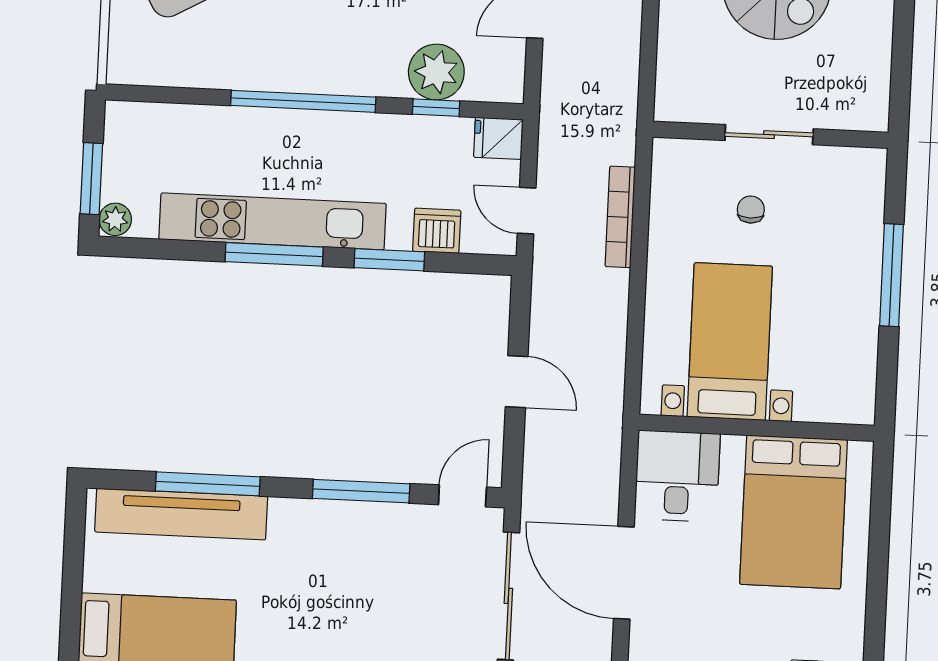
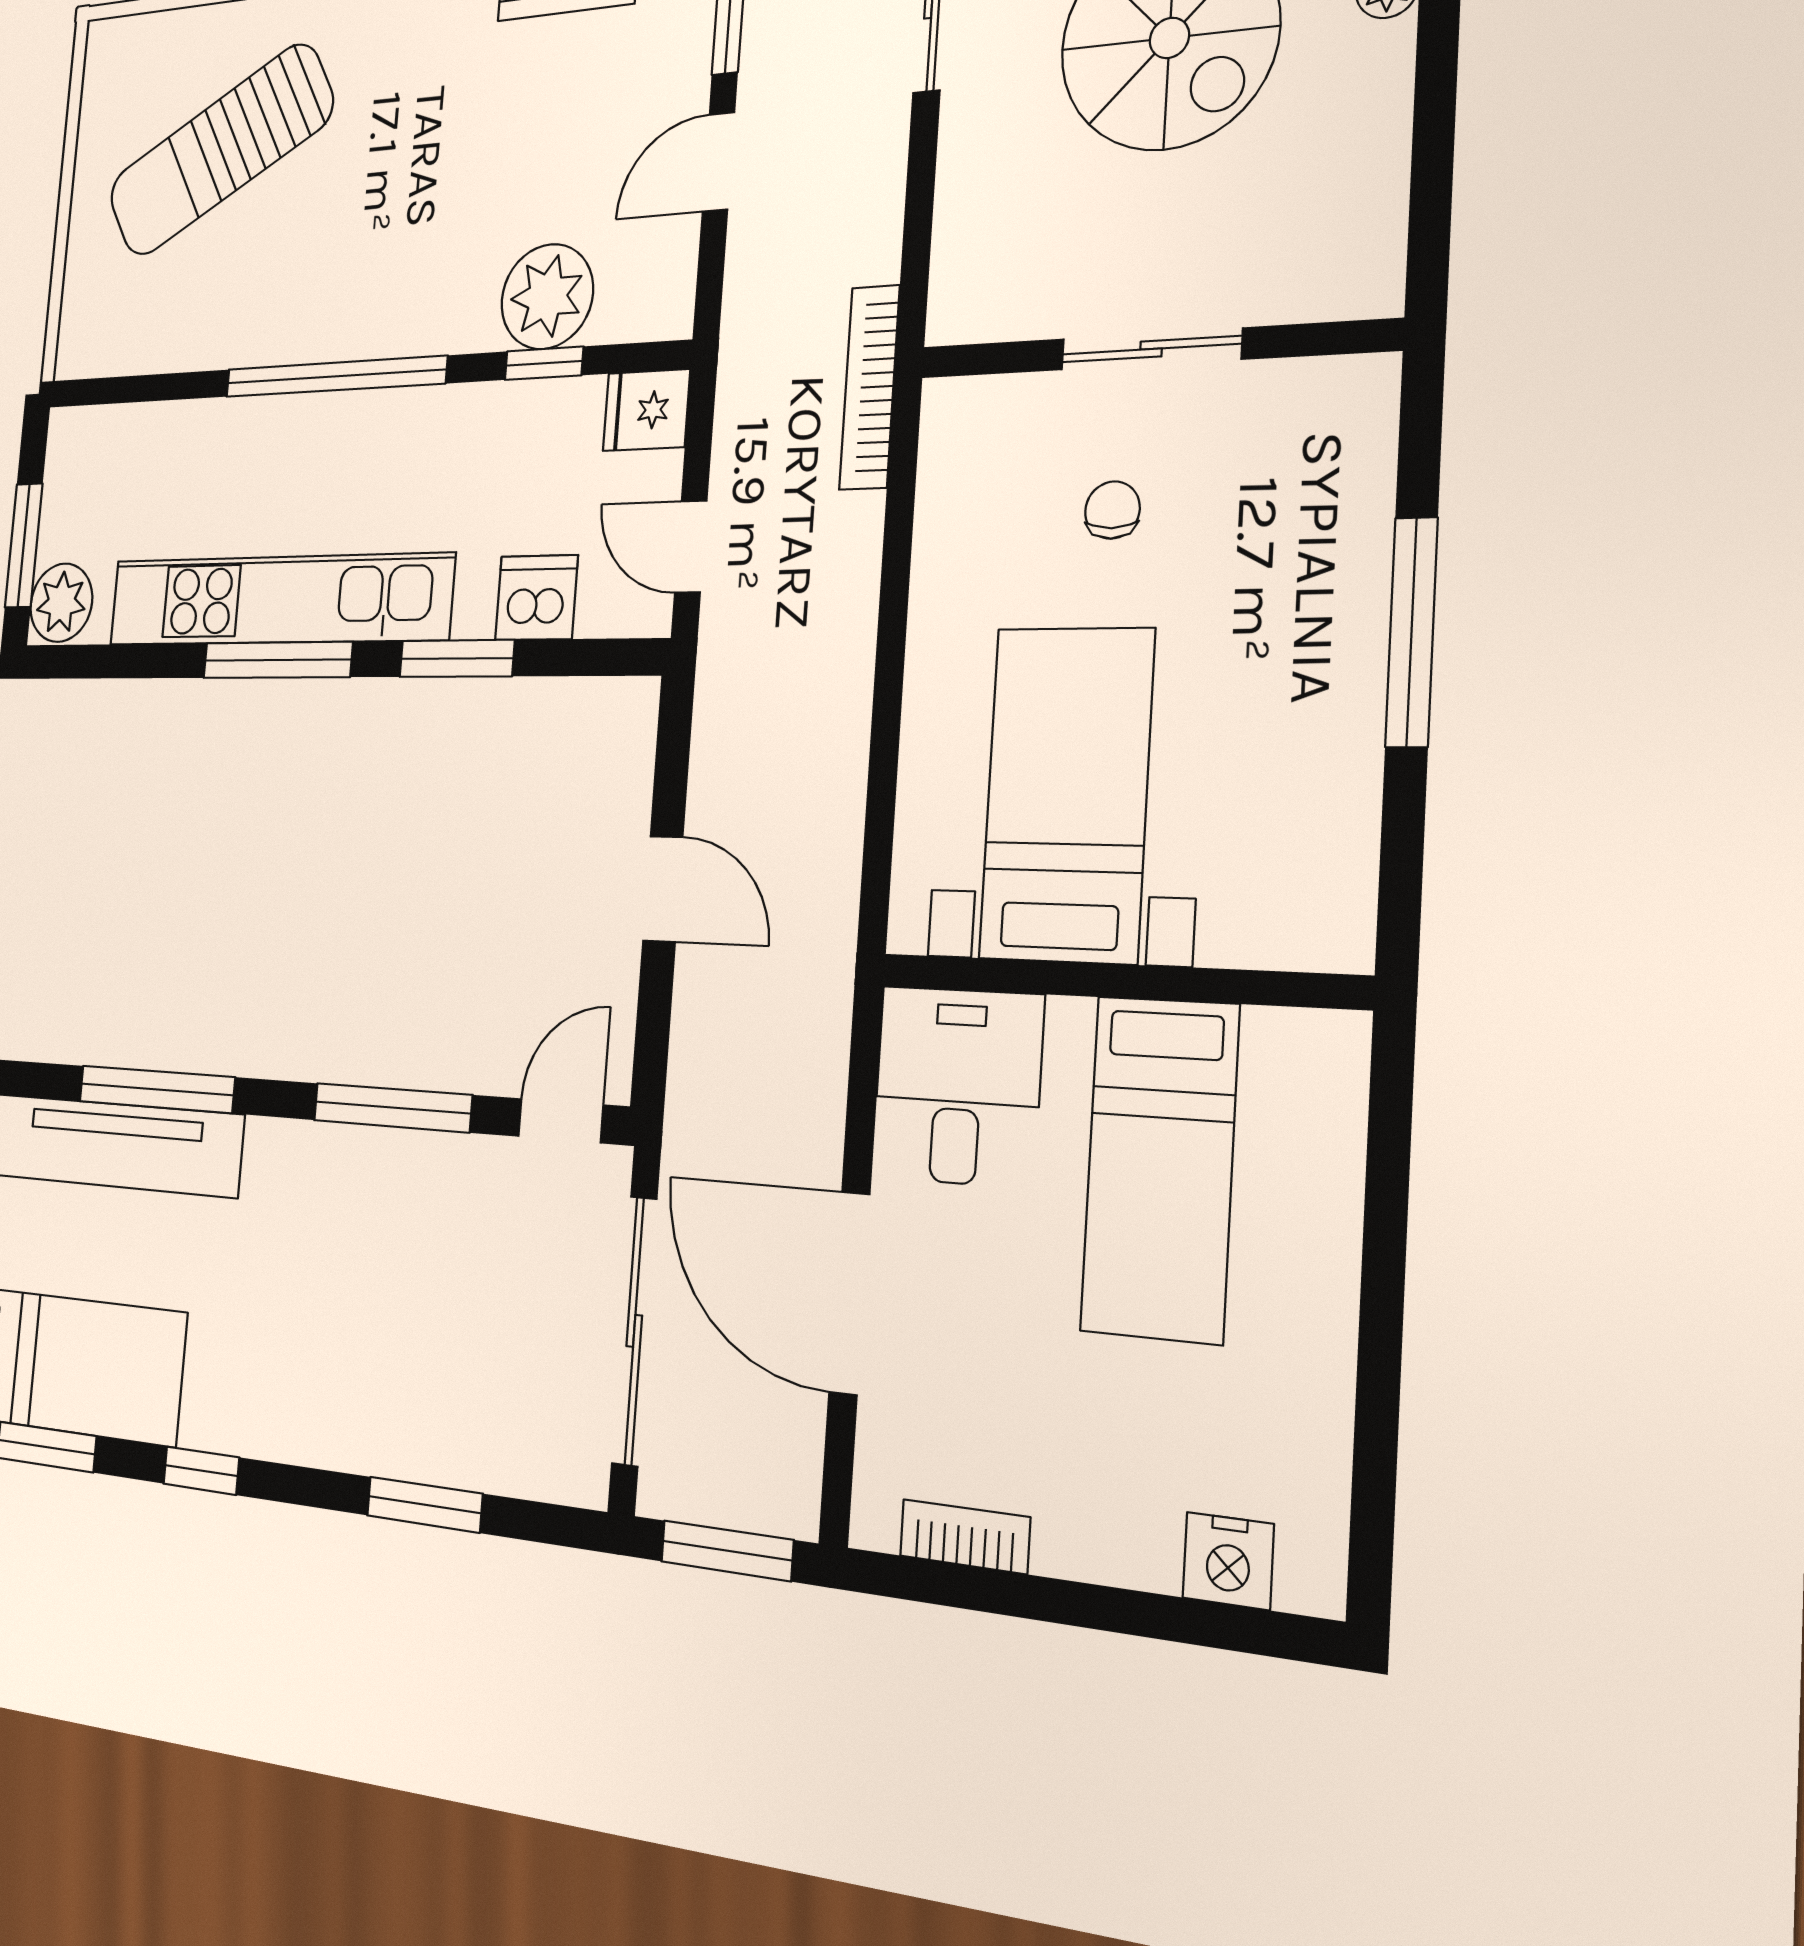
bookcase: (620, 217) -> (869, 387), moved
plant: (115, 219) -> (61, 603), width x1.38, depth x1.38
bed: (794, 512) -> (1160, 1168), width x0.67

